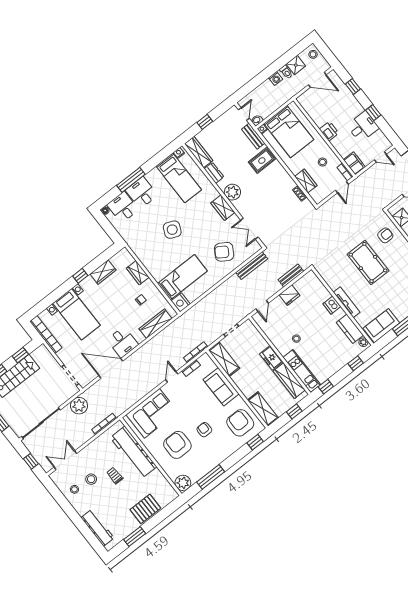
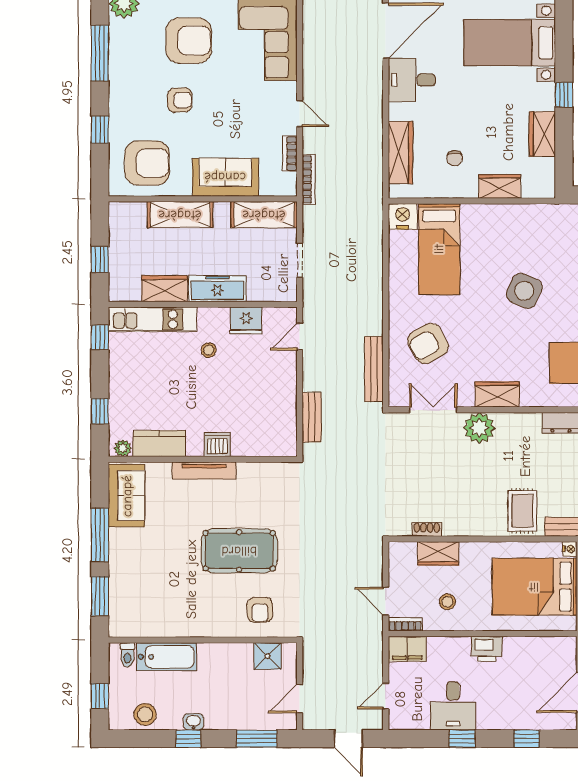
plant: (232, 192) -> (479, 428), moved
armchair: (224, 252) -> (428, 343), turned -151
fridge: (289, 295) -> (246, 320), moved, turned -90
door: (262, 306) -> (300, 337), hinge flipped
freezer: (271, 358) -> (218, 288), width x1.40
wardrobe: (289, 381) -> (164, 289), width x0.67
shelving: (263, 409) -> (180, 215), moved
window: (255, 442) -> (100, 130), moved

